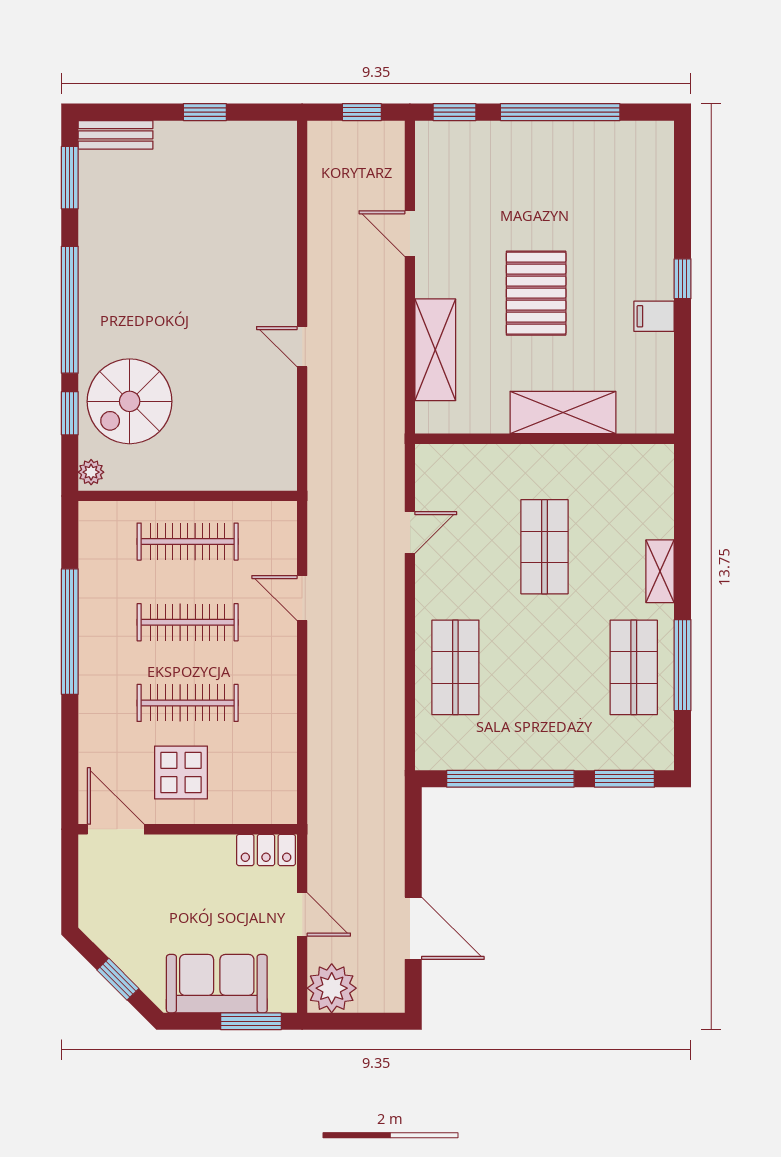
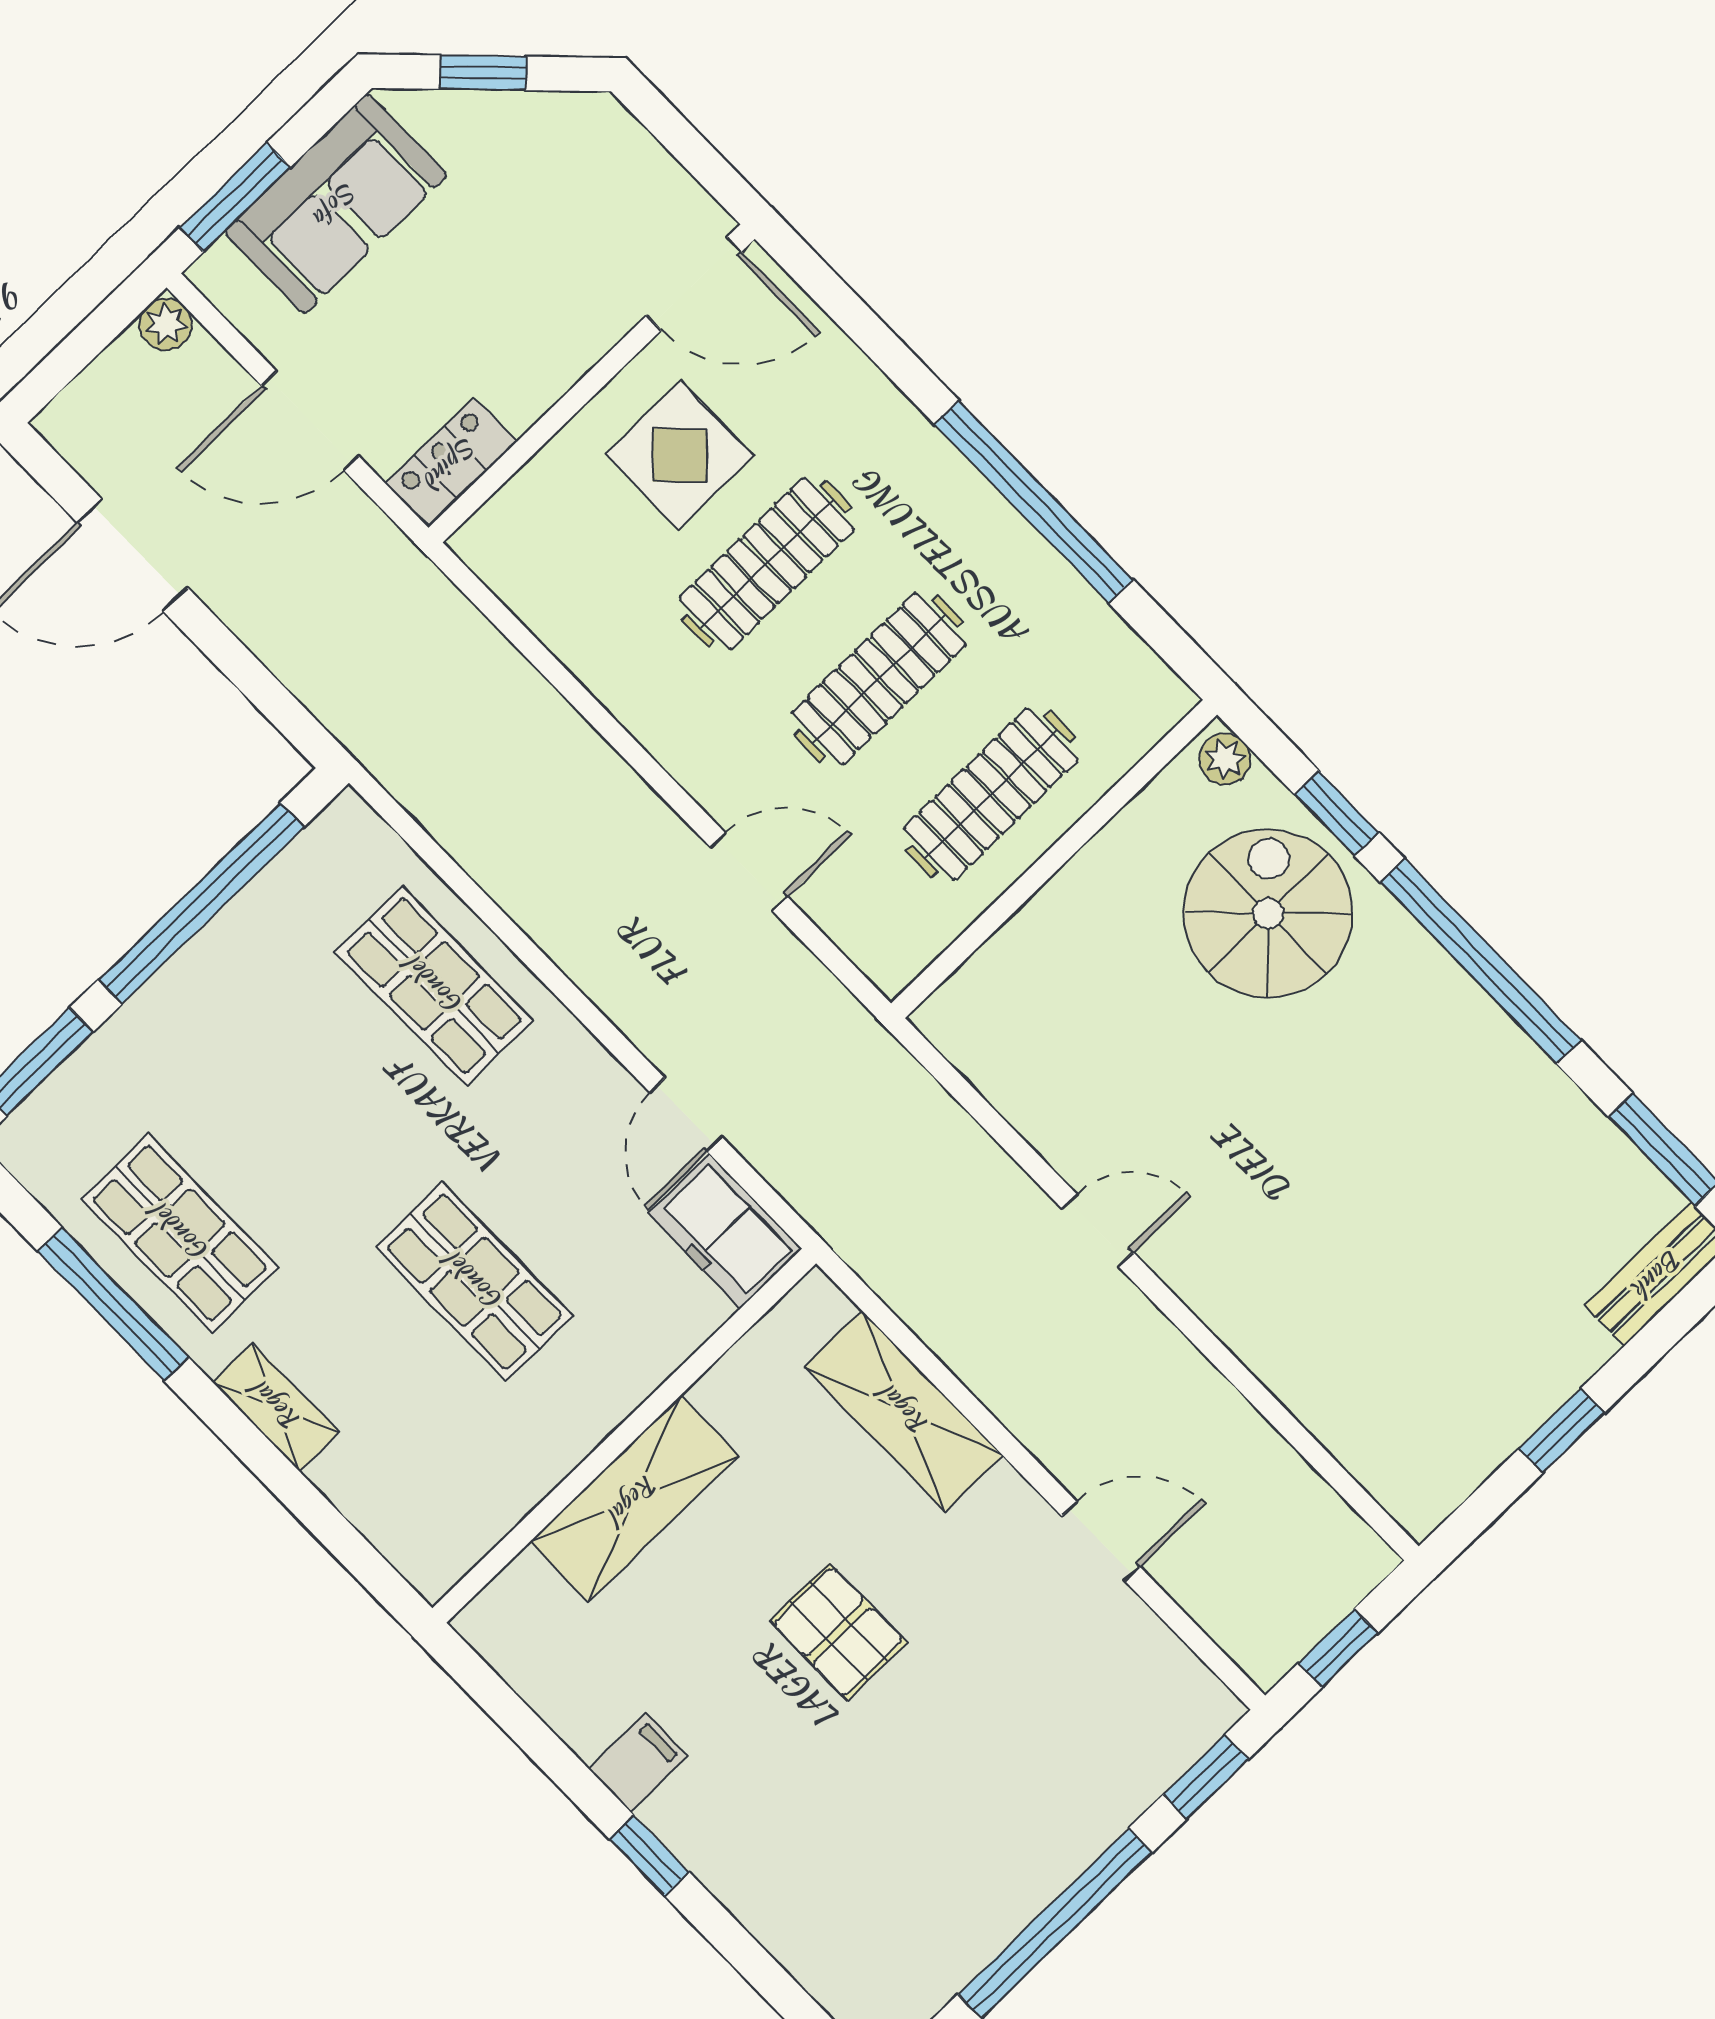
pallet: (536, 293) -> (838, 1632), width x0.67, depth x0.71
freezer: (437, 477) -> (725, 1231), added
door: (302, 914) -> (310, 421), width x1.38
plant: (332, 988) -> (166, 324), width x0.53, depth x0.53

